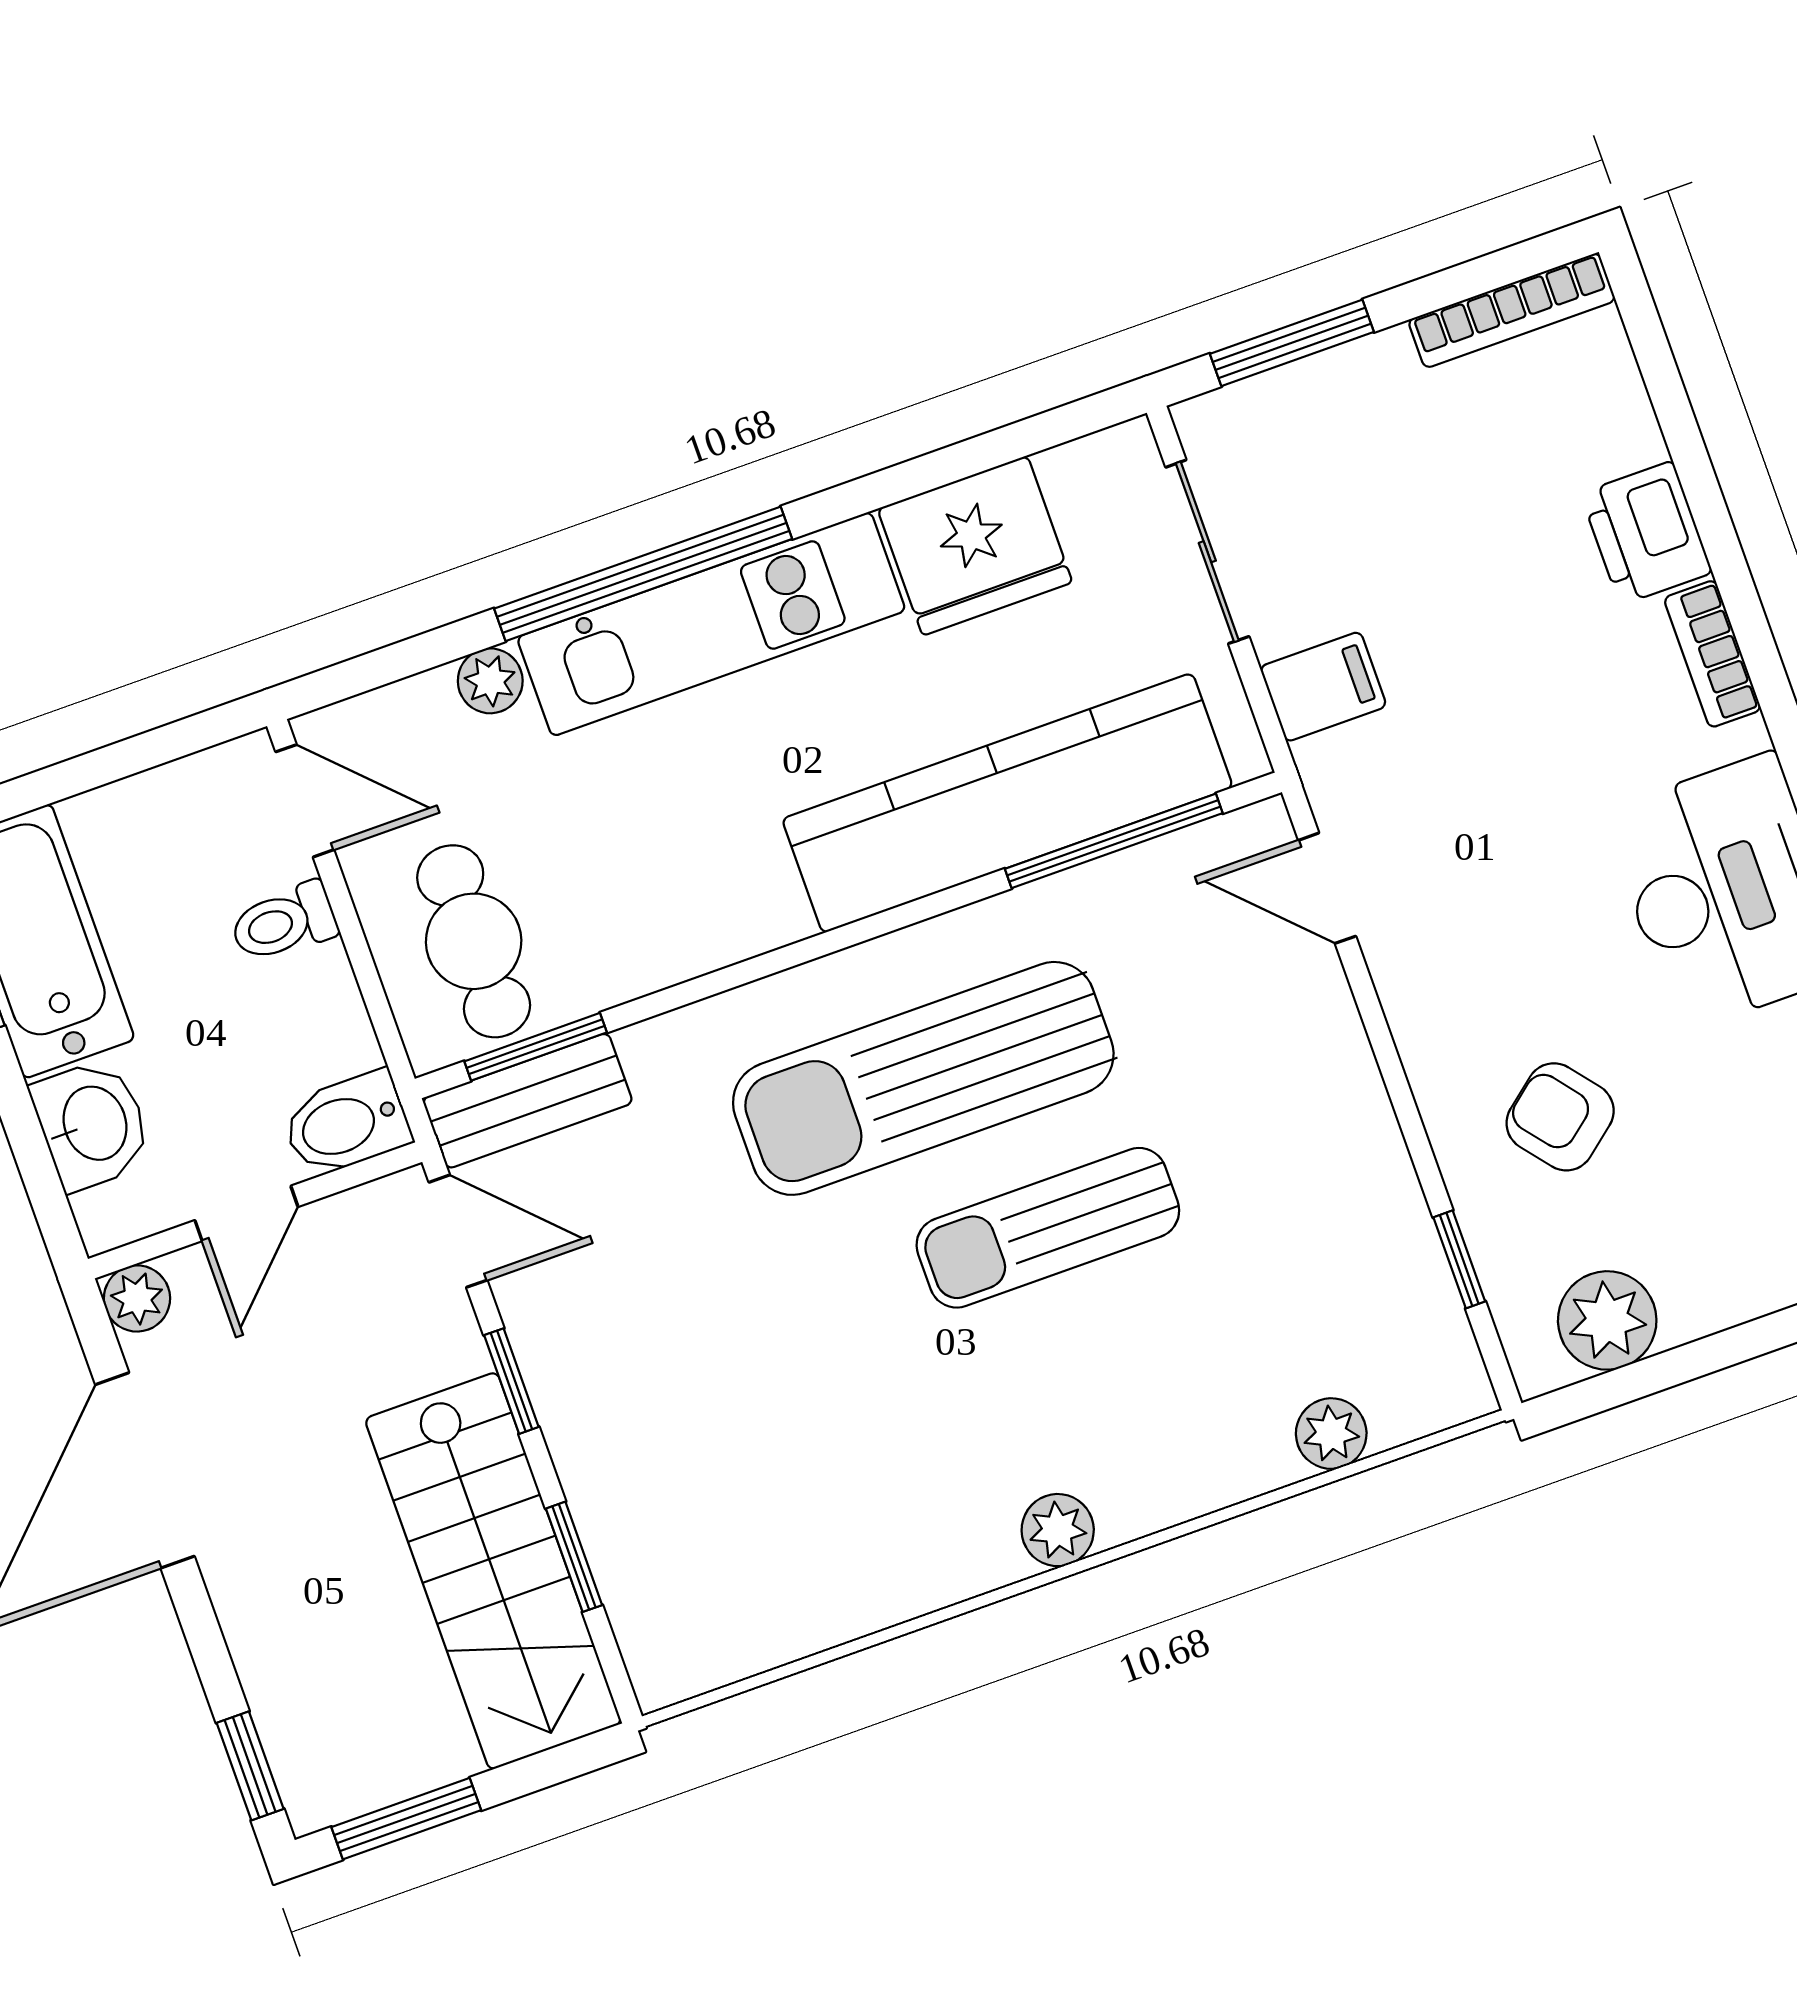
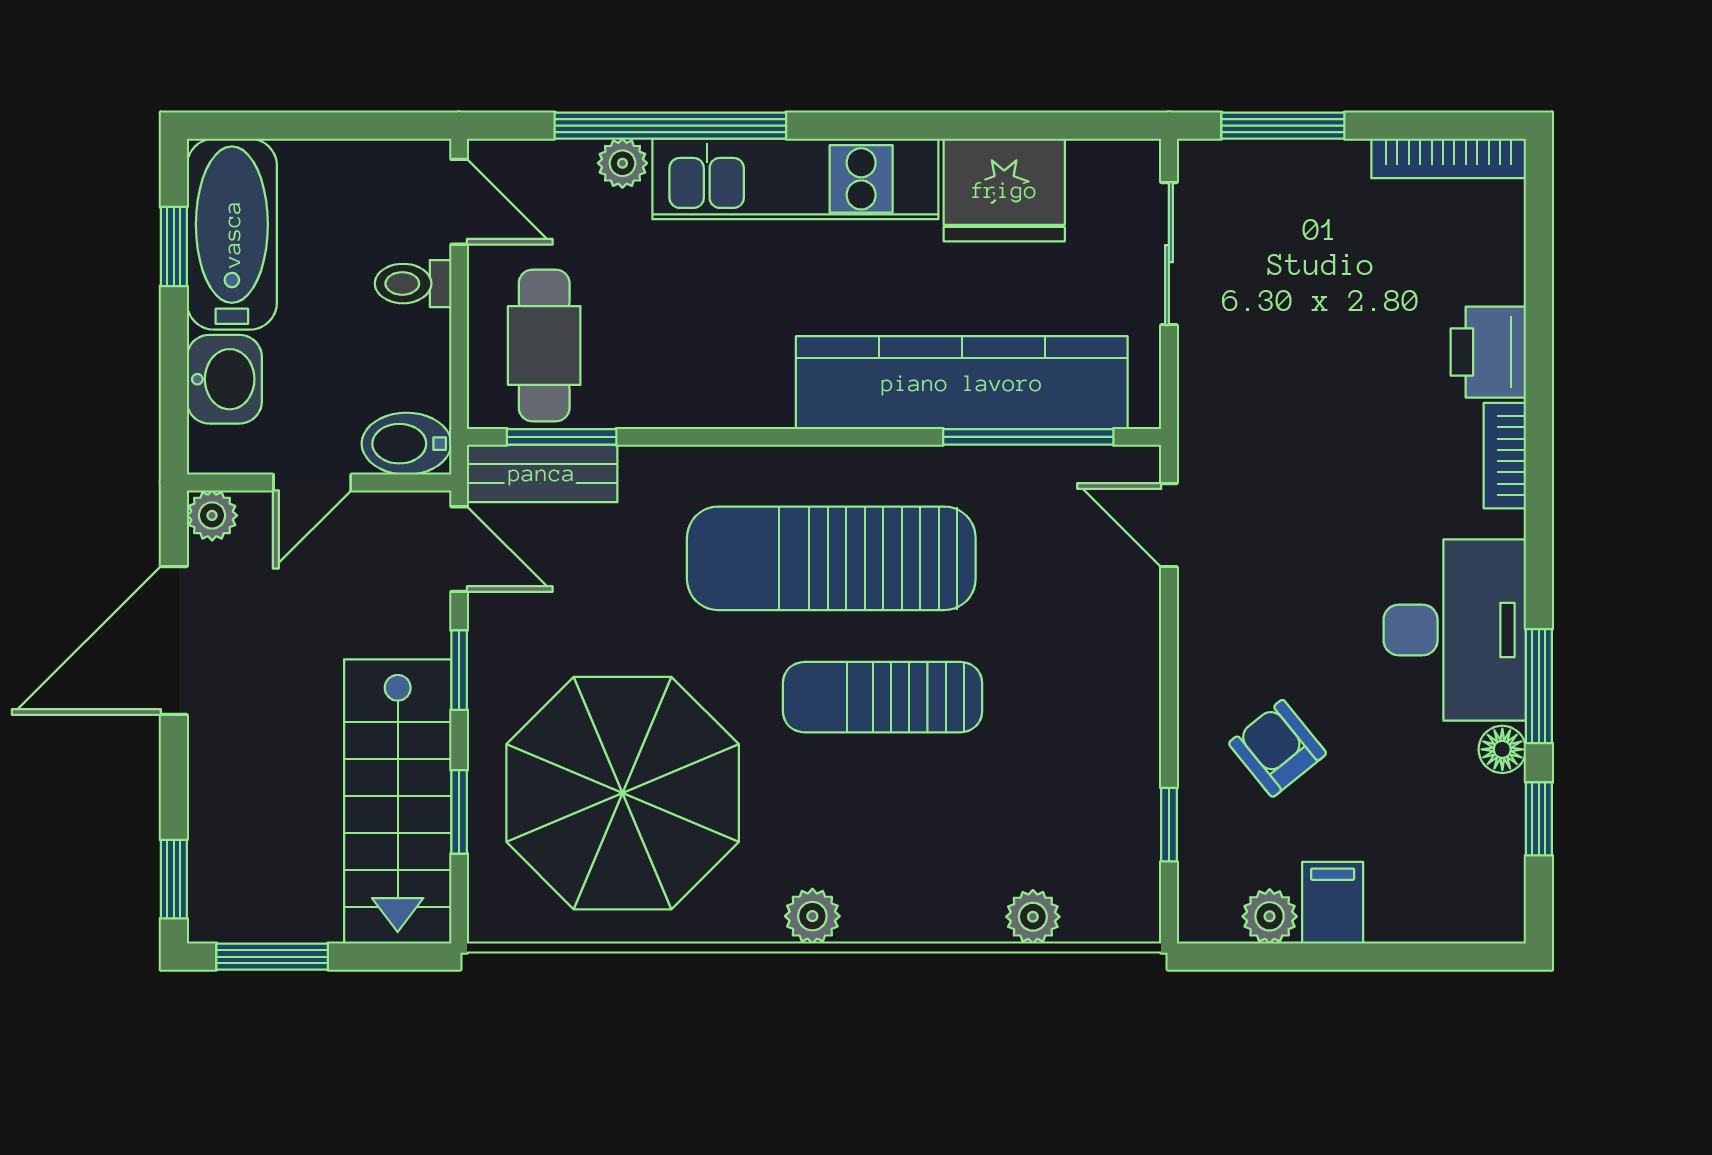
window: (643, 574) -> (670, 126), moved
filing cabinet: (1323, 687) -> (1333, 903), moved, turned -90
plant: (1607, 1320) -> (1270, 916), width x0.73, depth x0.73
parasol: (768, 1461) -> (623, 793), added

